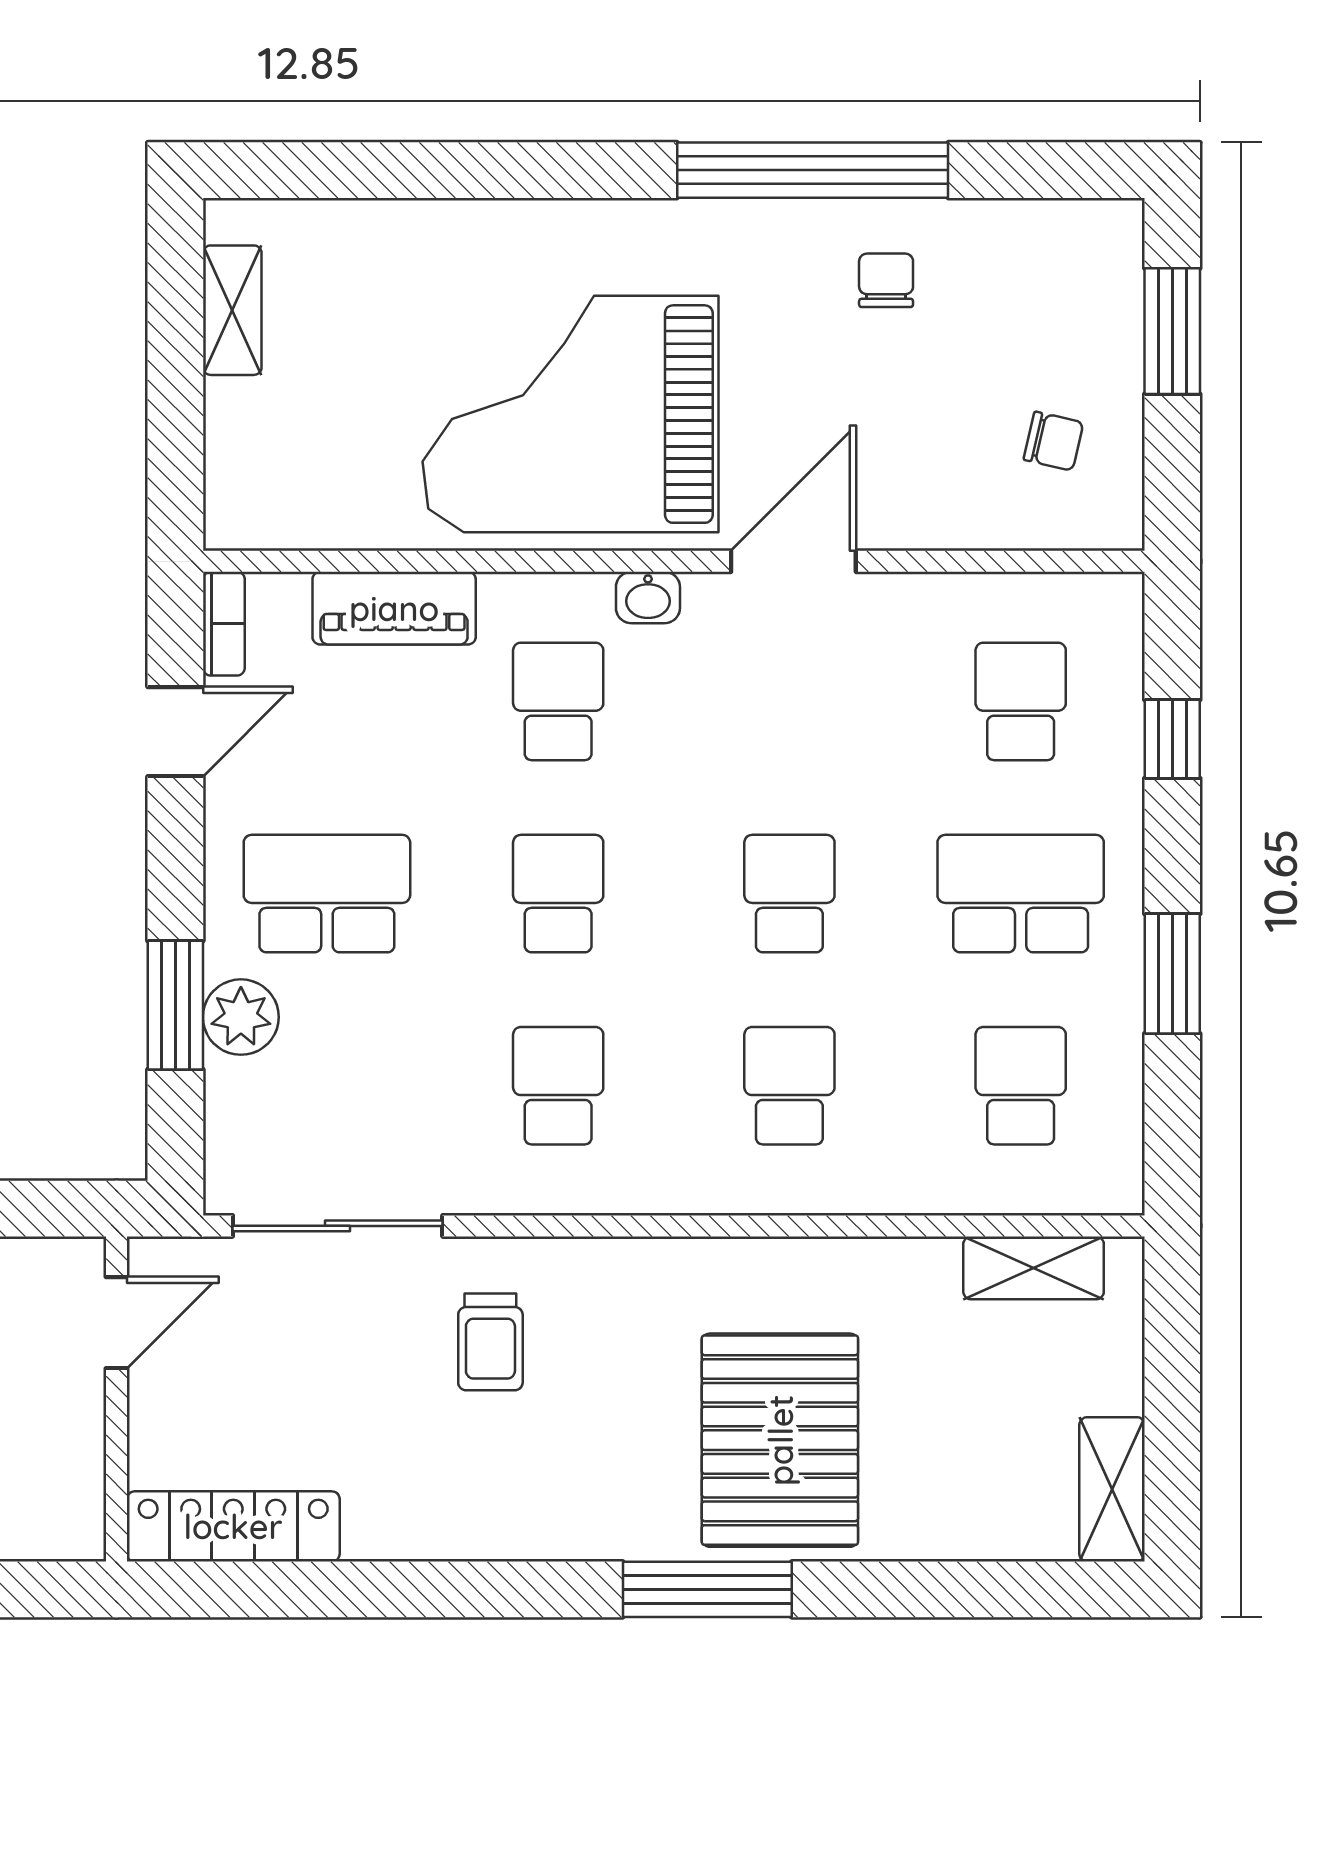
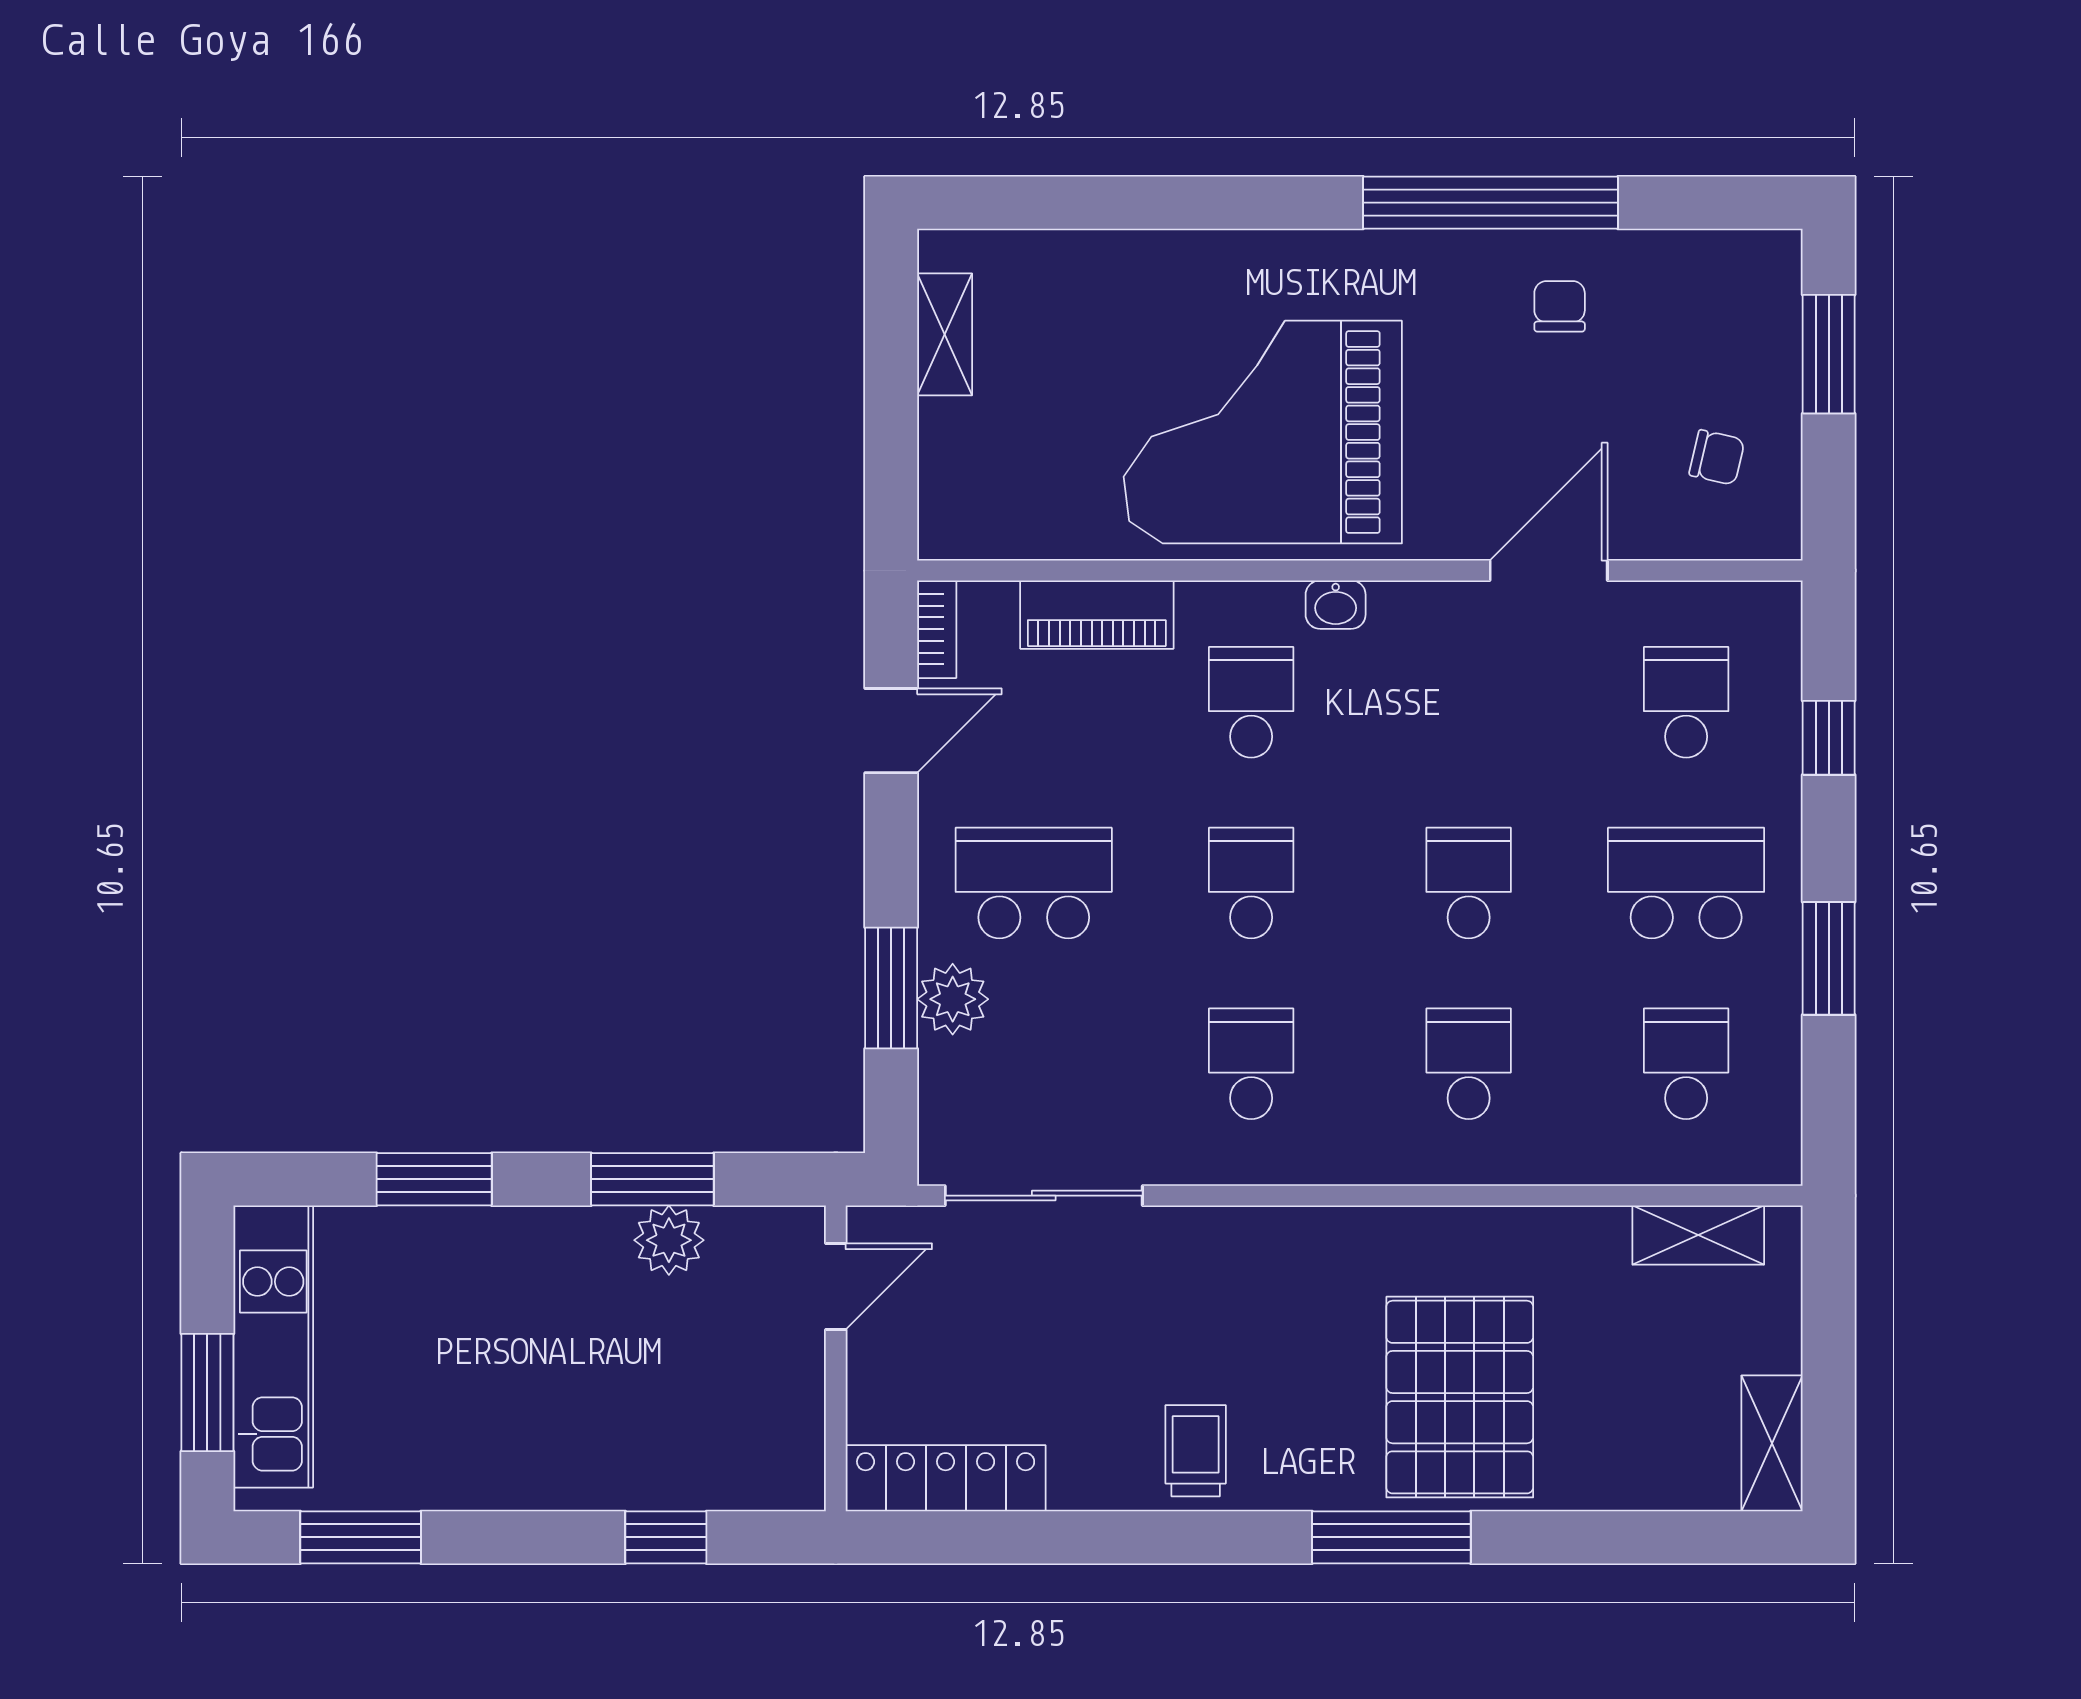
door: (793, 561) -> (1549, 571), moved
trolley: (490, 1342) -> (1196, 1451), moved, turned 180

